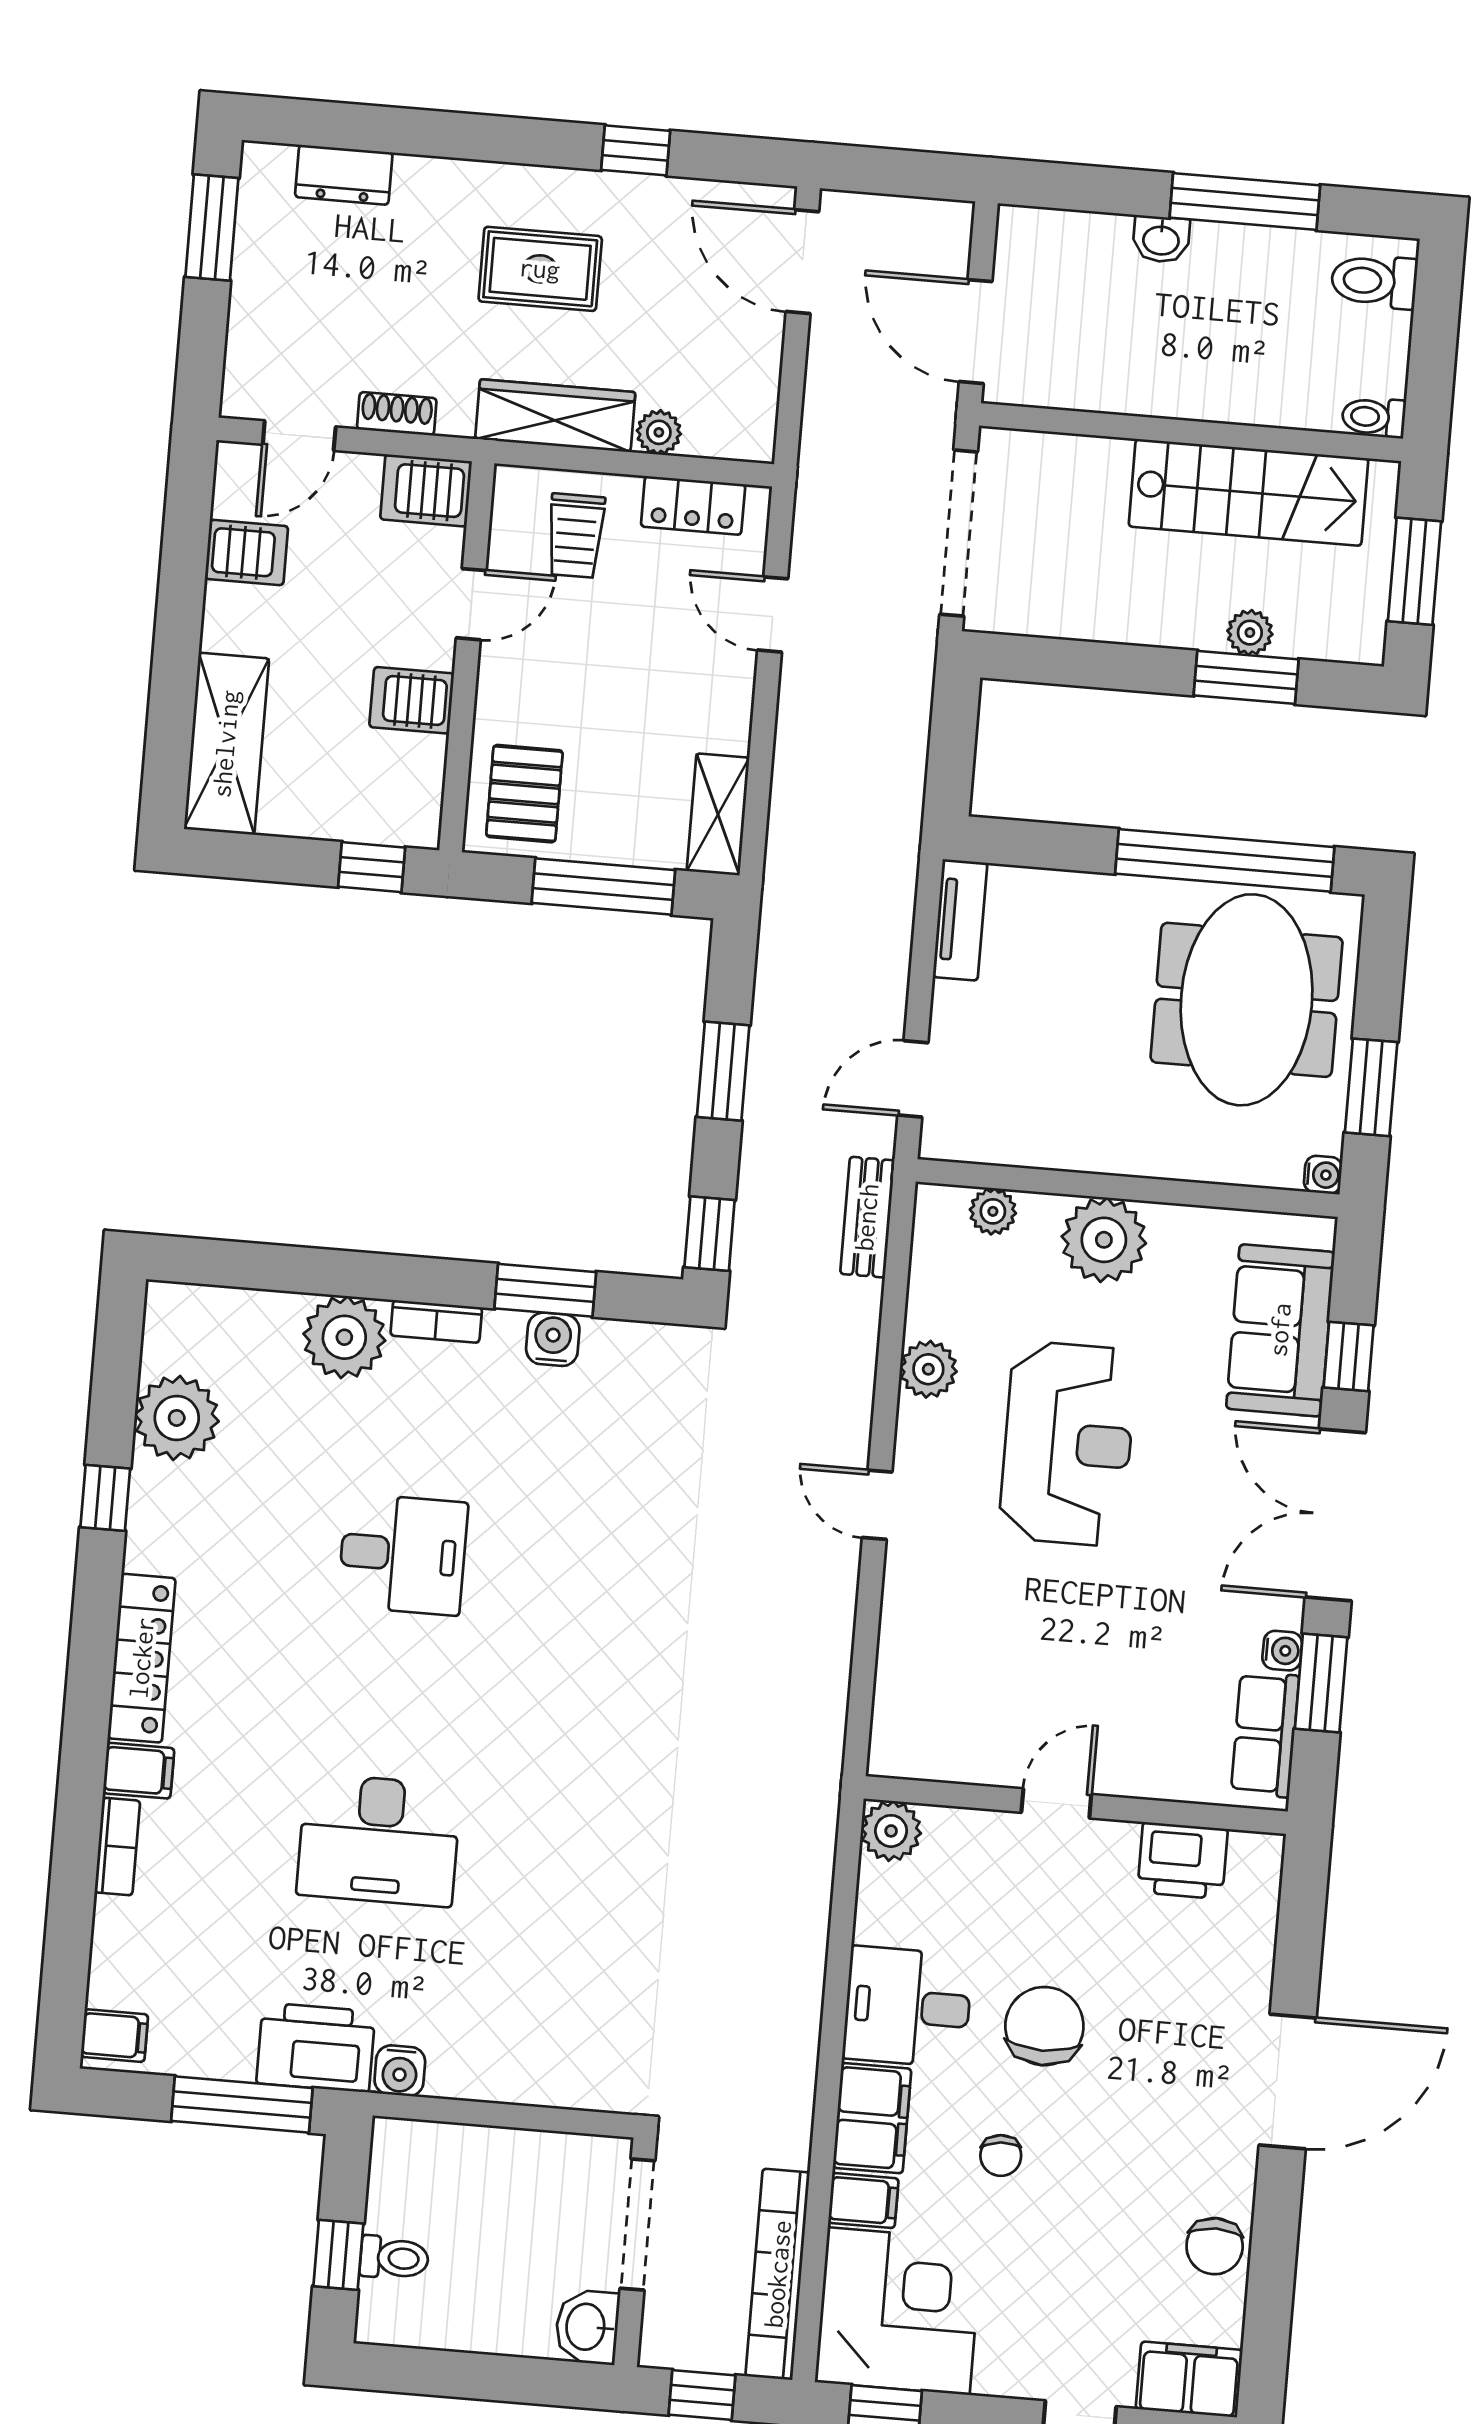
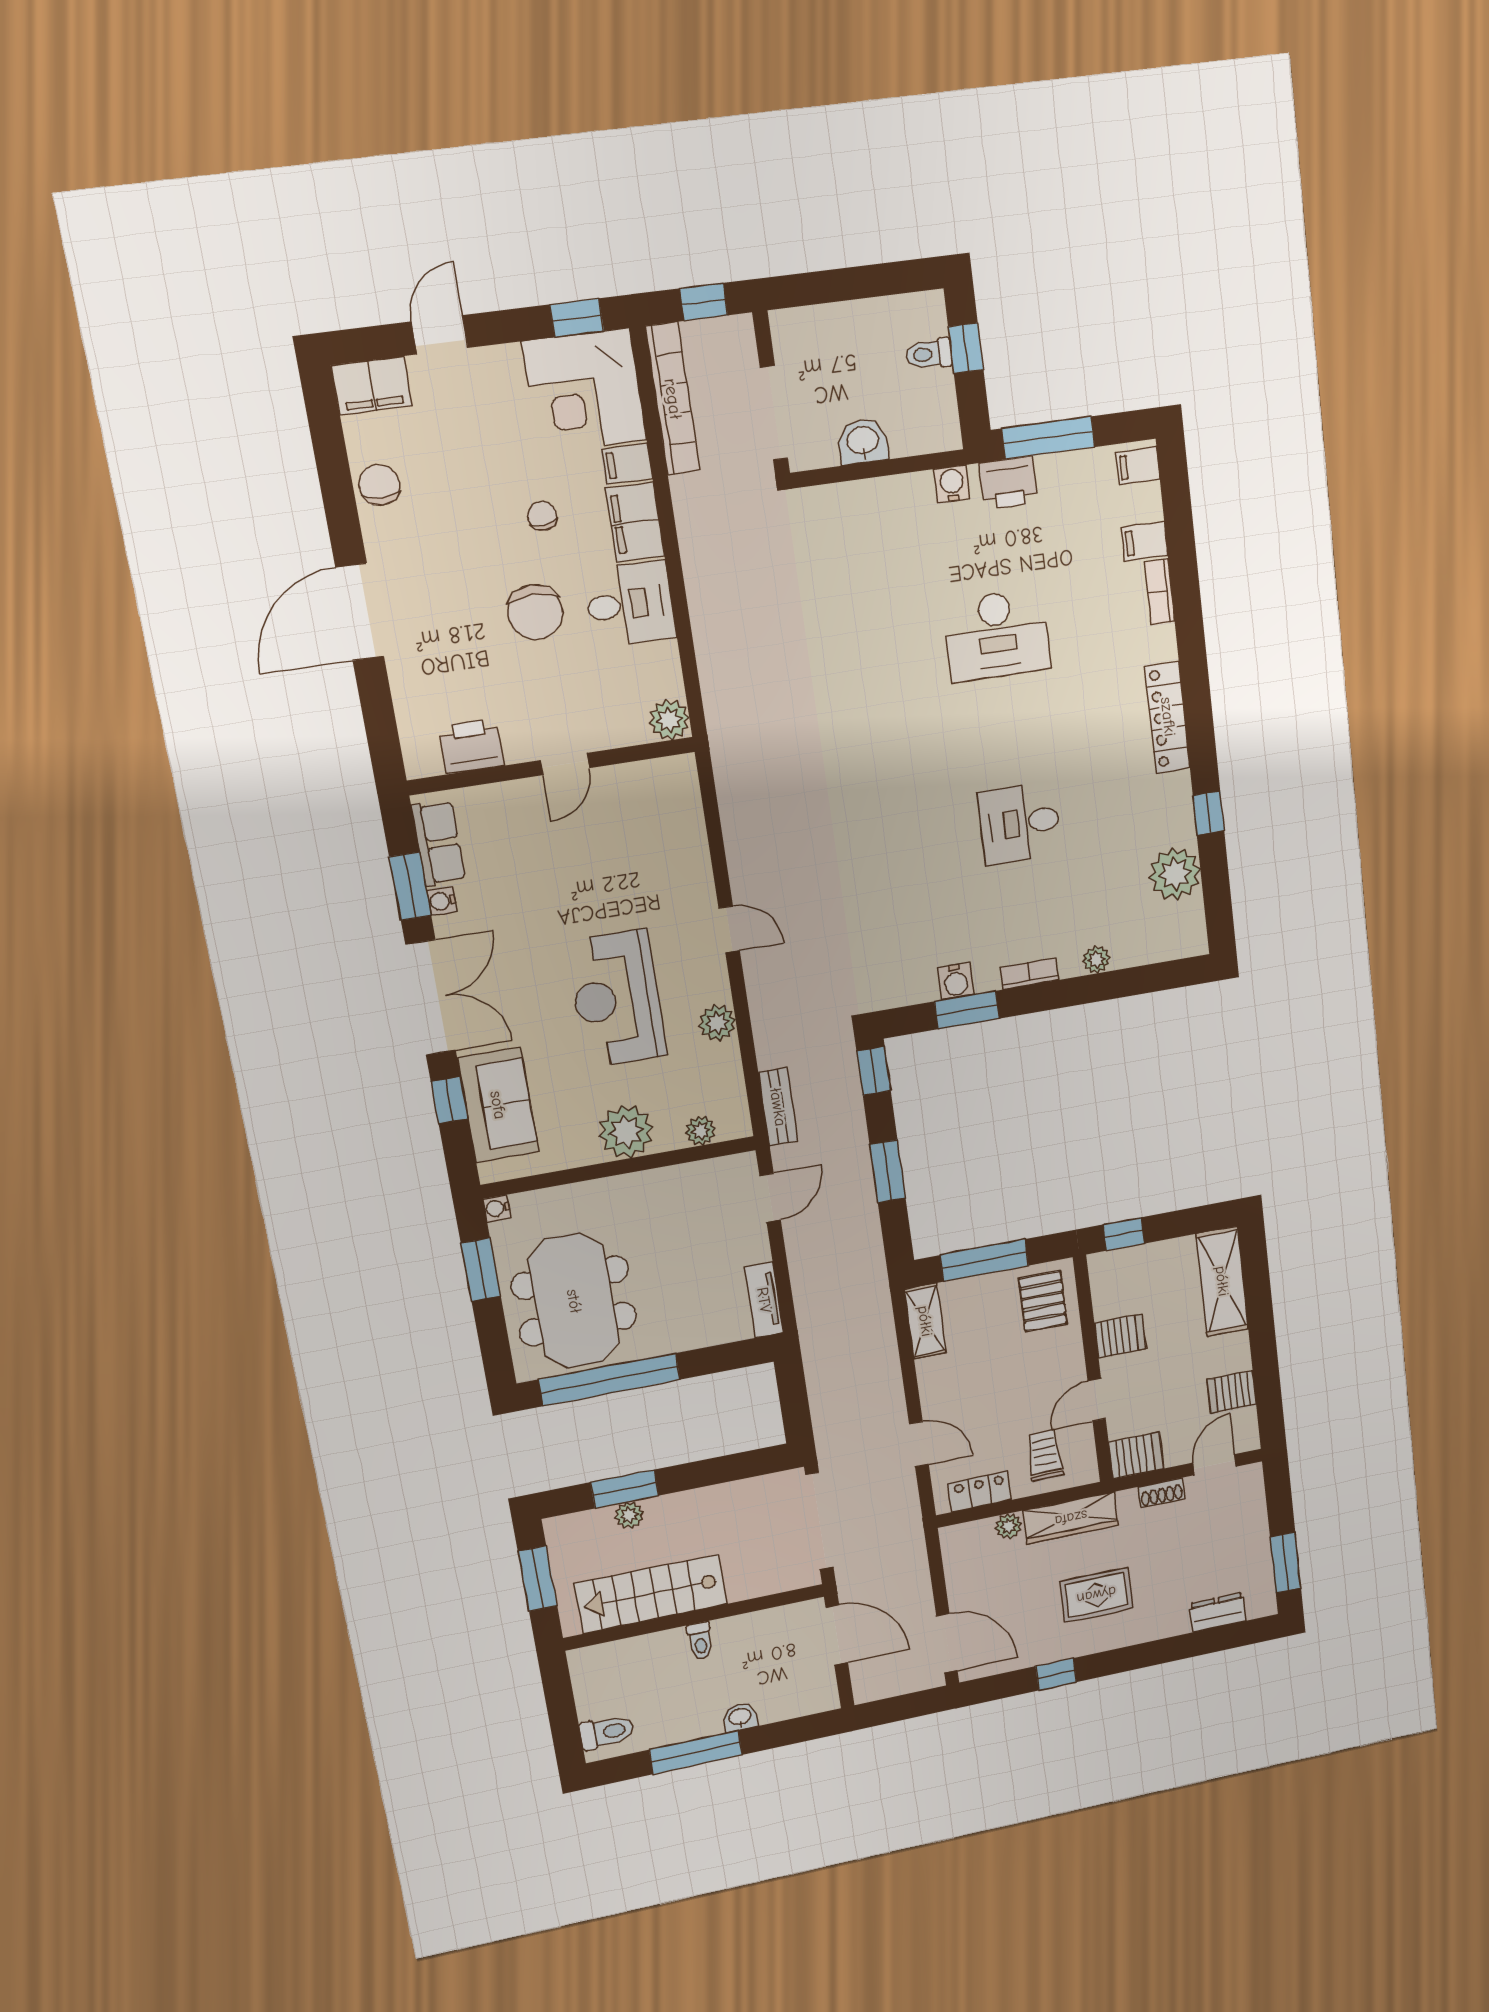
toilet: (1374, 417) -> (700, 1641), moved, turned 90
plant: (344, 1337) -> (1096, 960), width x0.53, depth x0.53
filing cabinet: (139, 1771) -> (1145, 541), moved
desk: (379, 1840) -> (997, 635), turned 180
printer: (316, 2047) -> (1008, 483), width x0.73, depth x0.84
washbasin: (587, 2327) -> (863, 441), moved, turned -90

